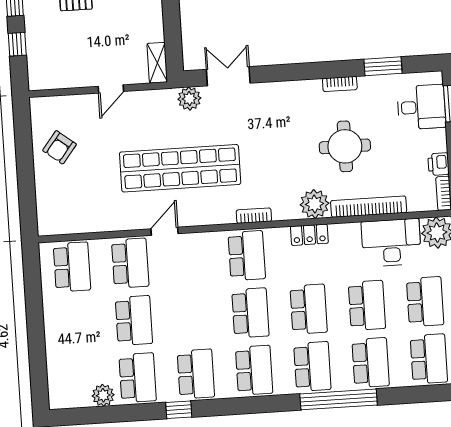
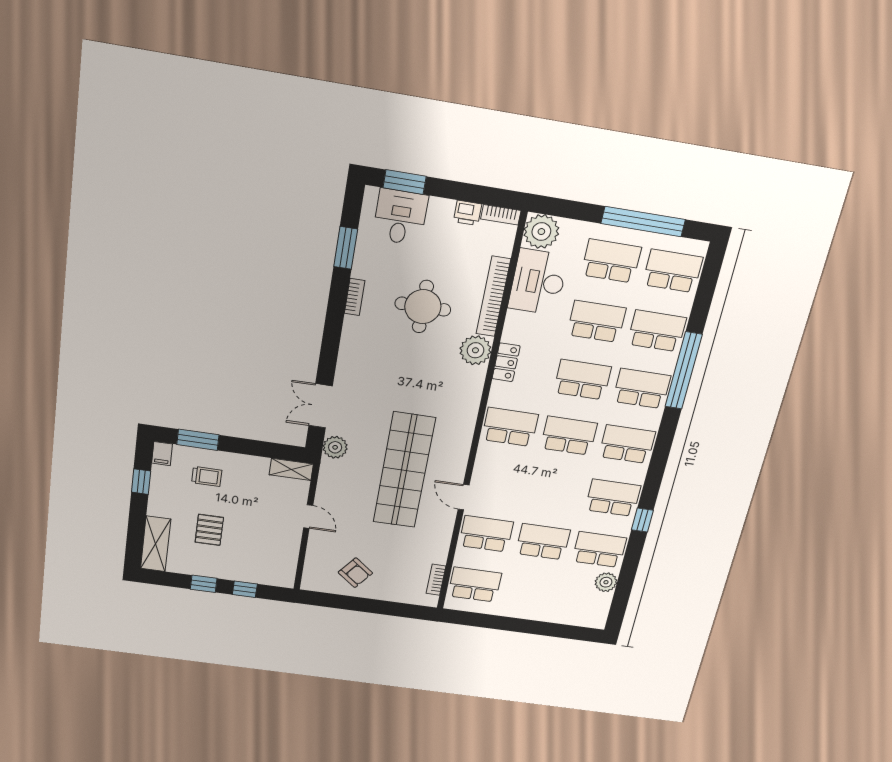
bookcase: (254, 216) -> (436, 580), moved

